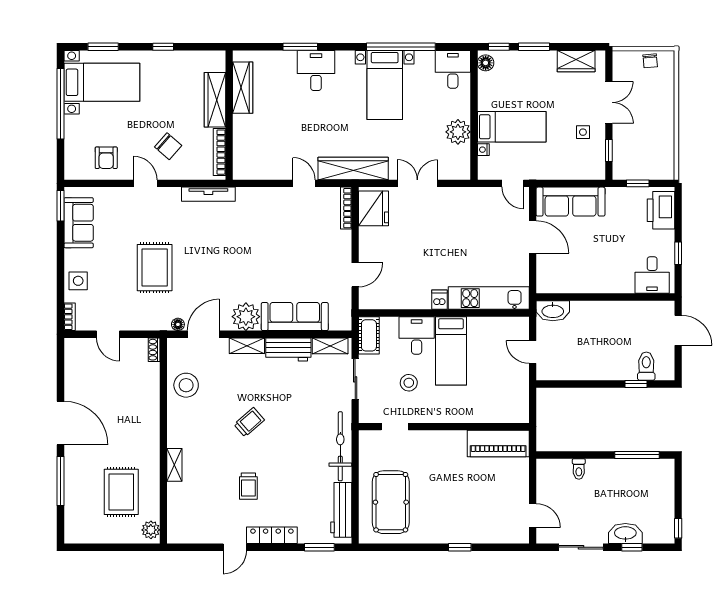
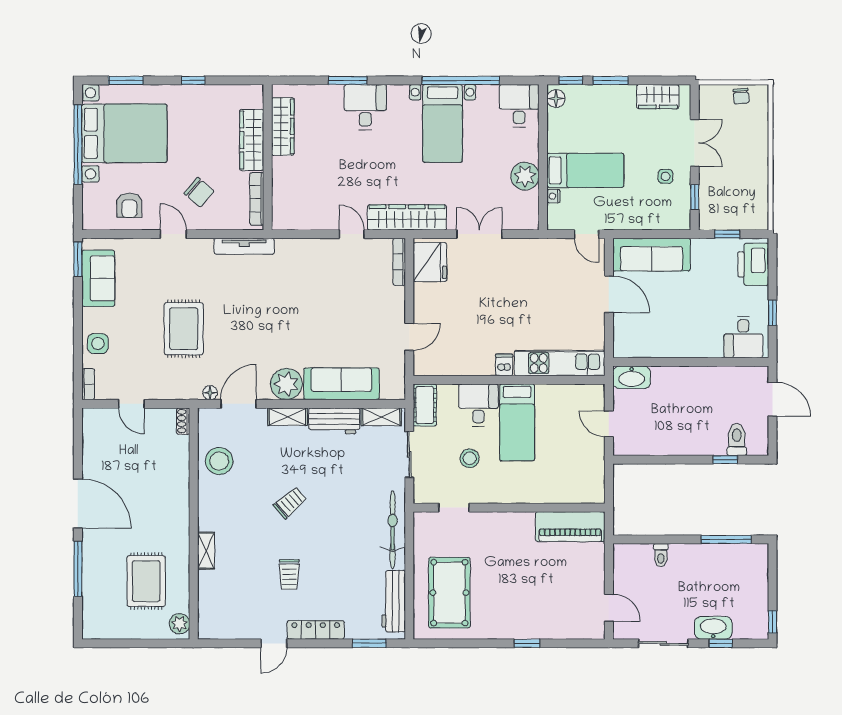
bed with nightstands: (102, 82) -> (124, 133), width x1.36

